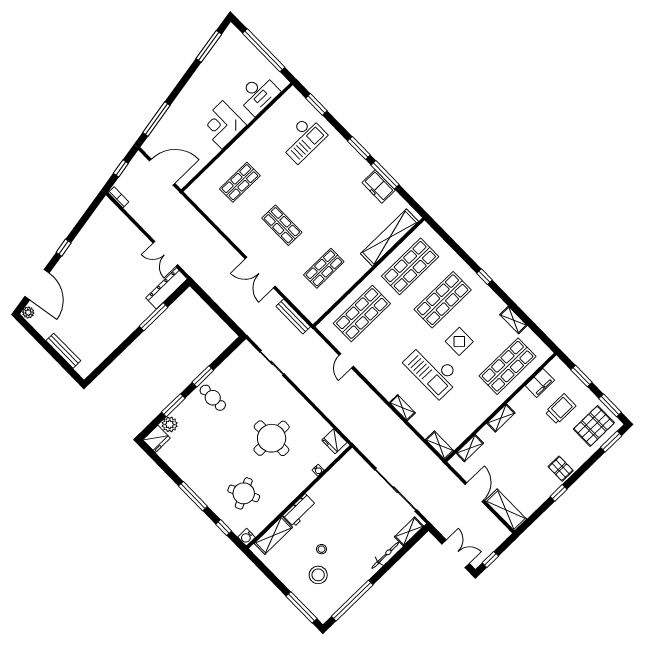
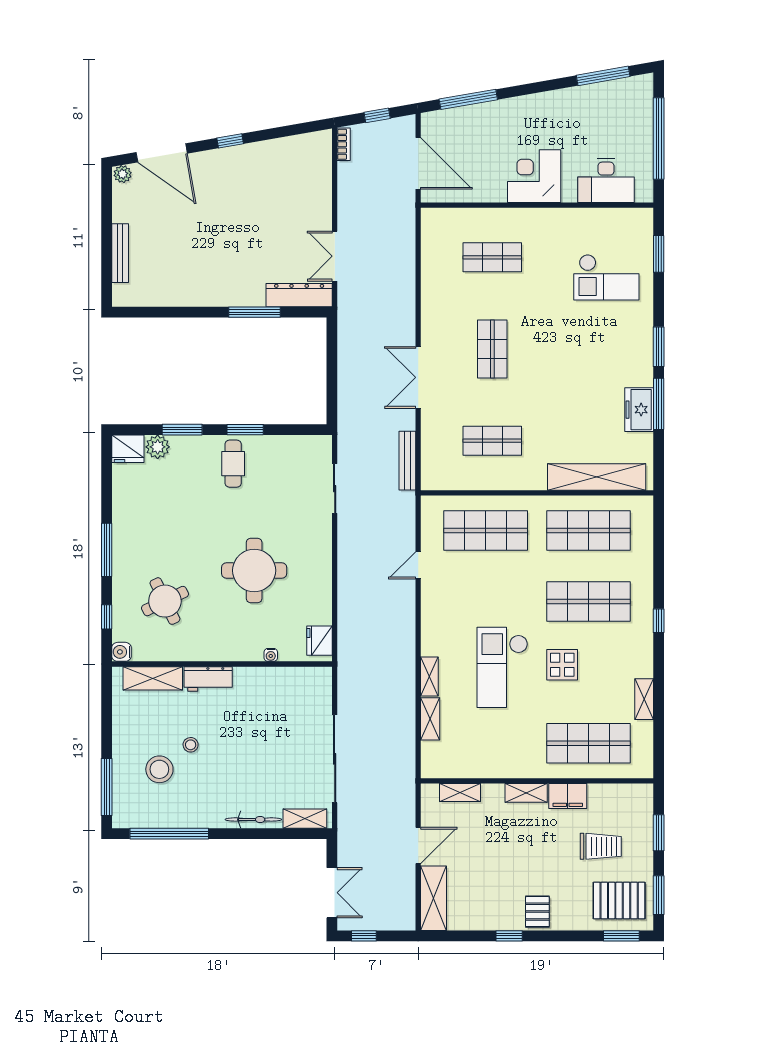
door: (37, 285) -> (162, 153), hinge flipped
filing cabinet: (540, 383) -> (568, 796), moved
shelving: (440, 445) -> (430, 719), moved

